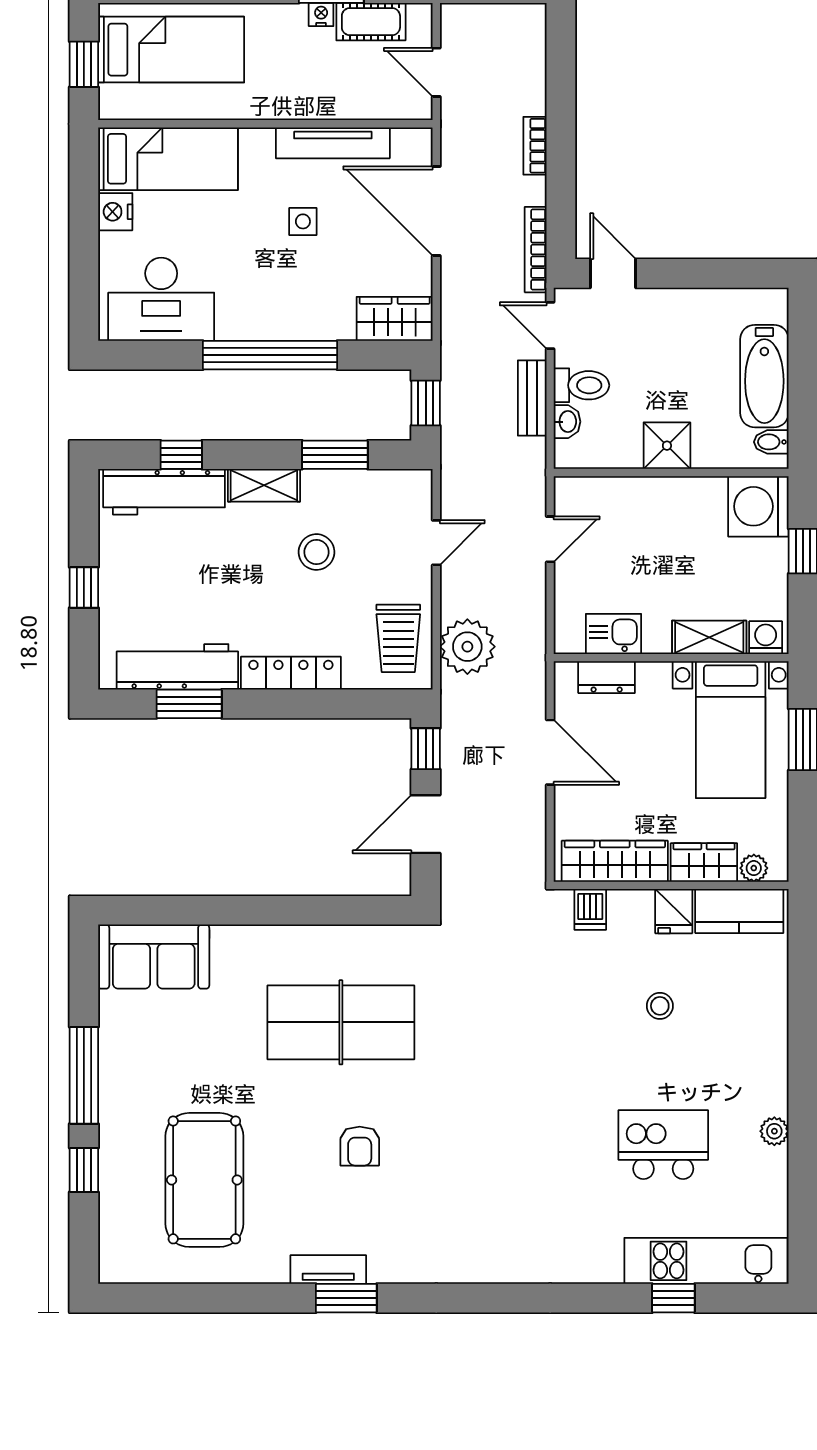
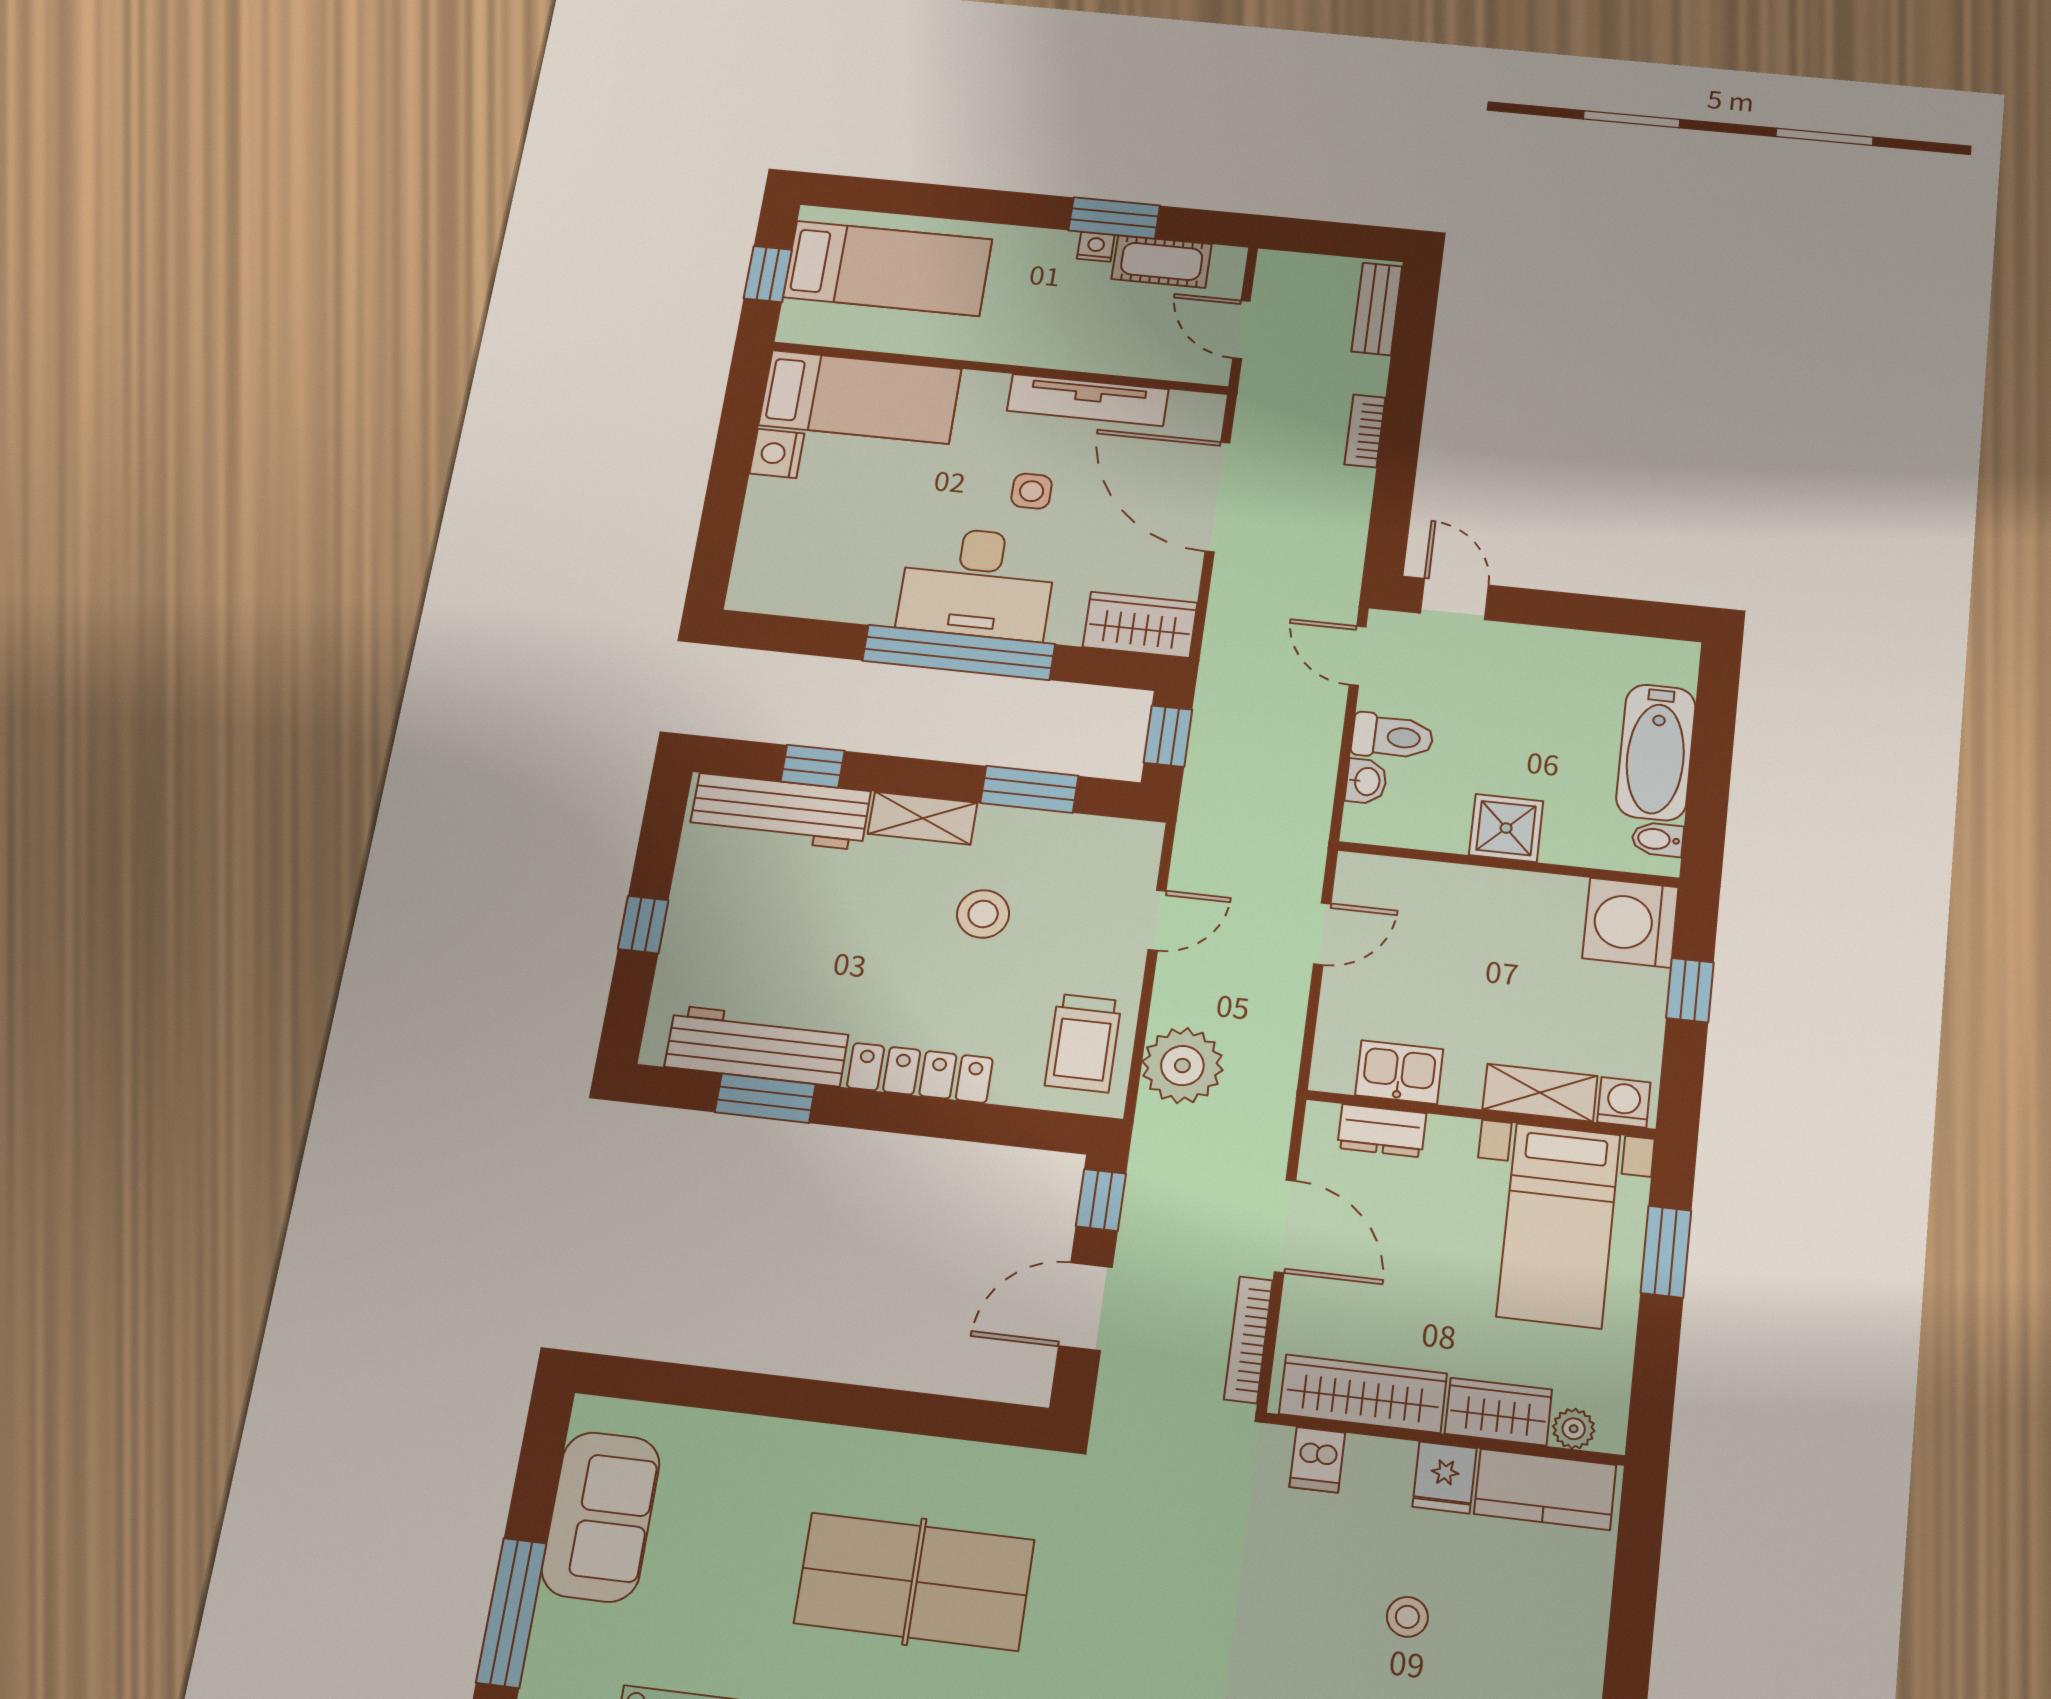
bookcase: (536, 250) -> (1248, 1340), moved
desk: (161, 299) -> (977, 583), moved
bench: (532, 398) -> (1377, 309), moved
sofa: (154, 957) -> (601, 1517), moved, turned -90

